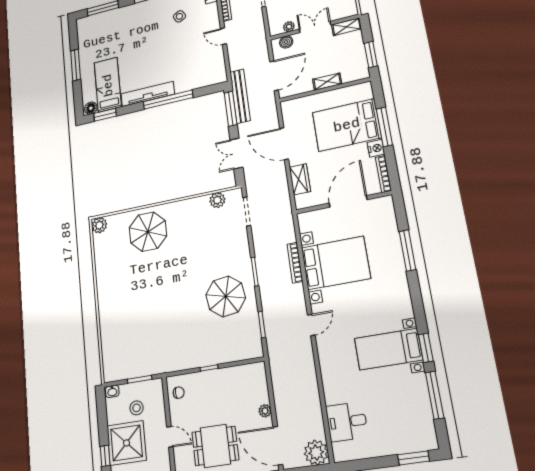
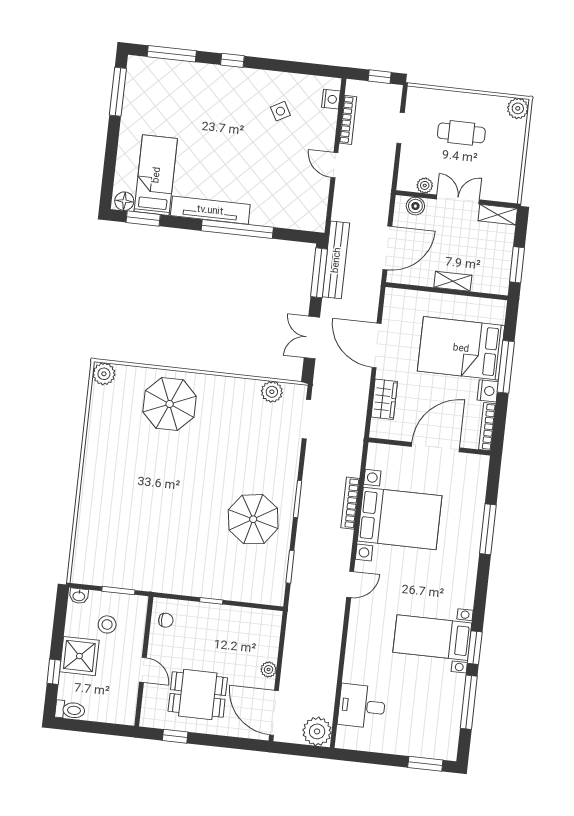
window: (76, 65) -> (118, 92), moved
shower: (127, 443) -> (79, 656), width x0.73, depth x0.73

